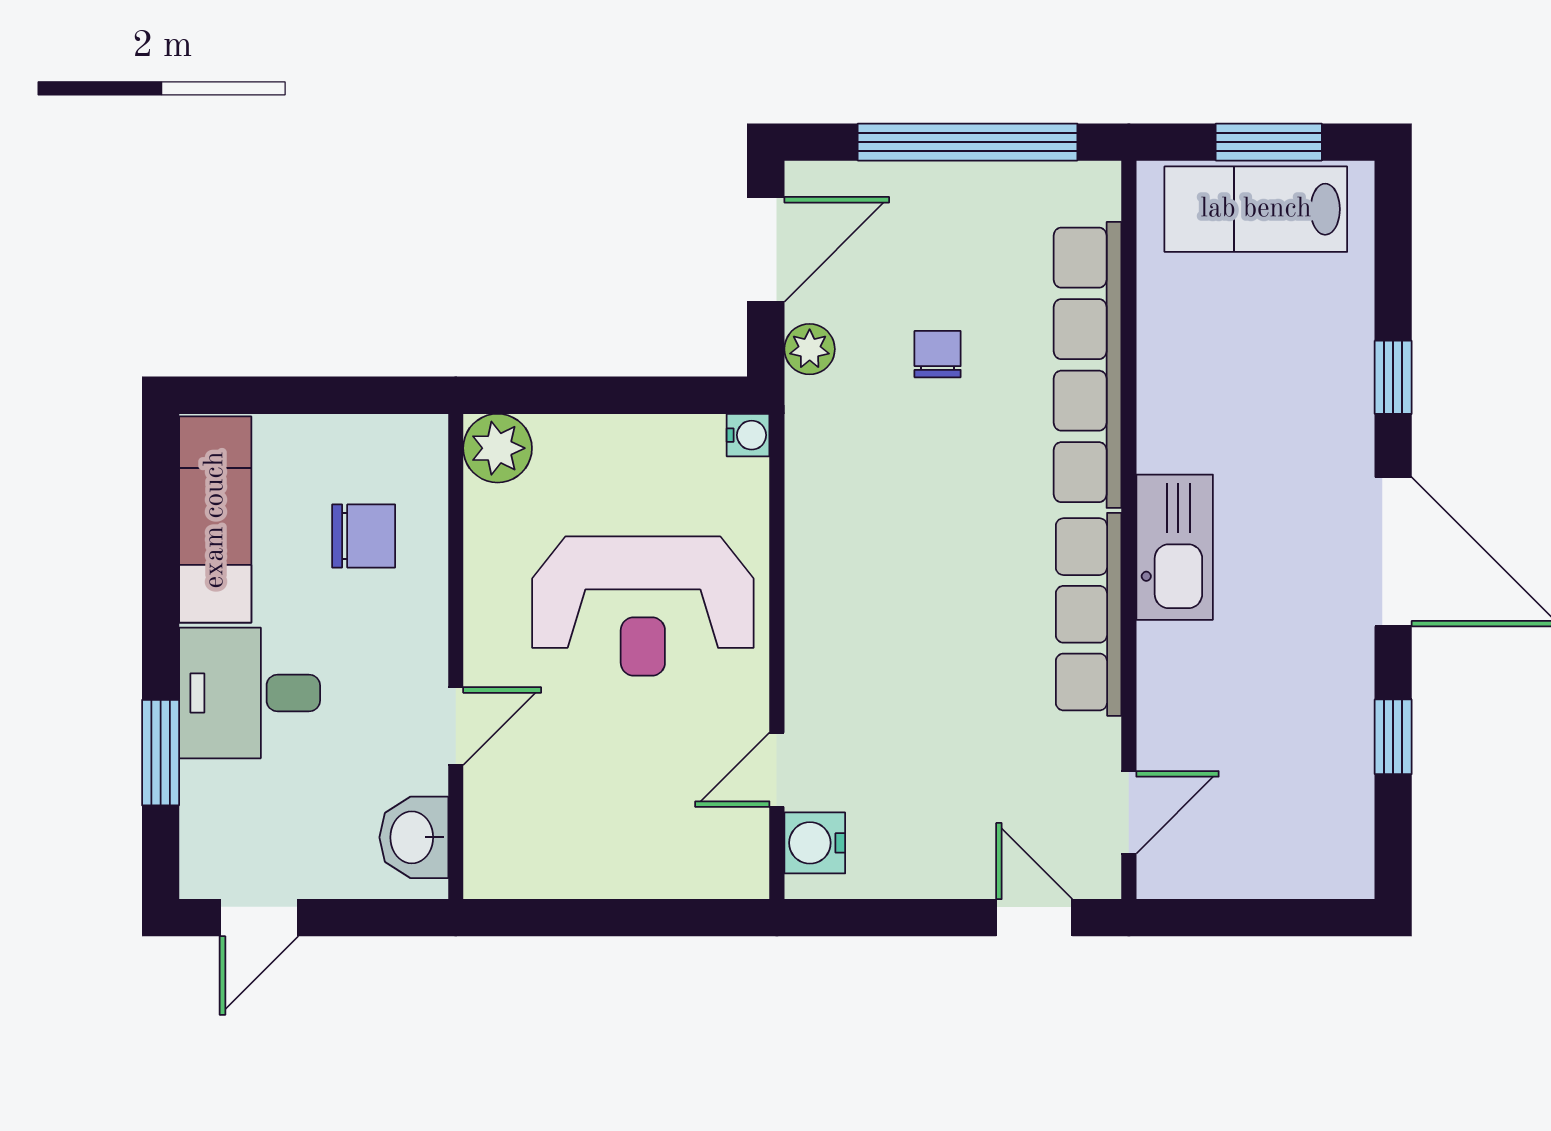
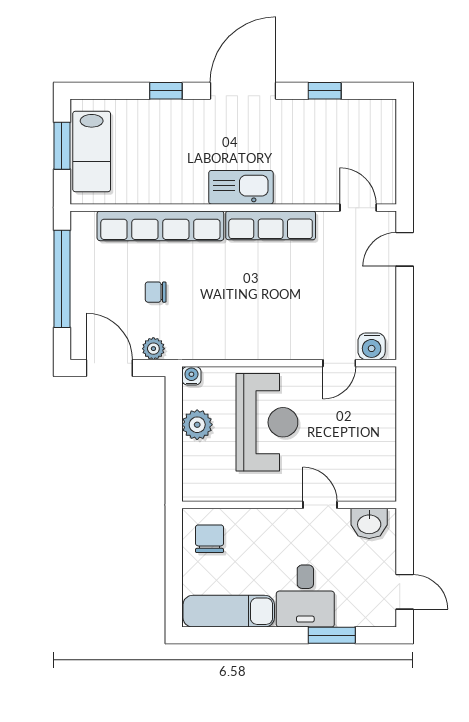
plant: (498, 448) -> (197, 425), moved
chair: (364, 536) -> (210, 539), moved
door: (777, 770) -> (339, 363), hinge flipped

